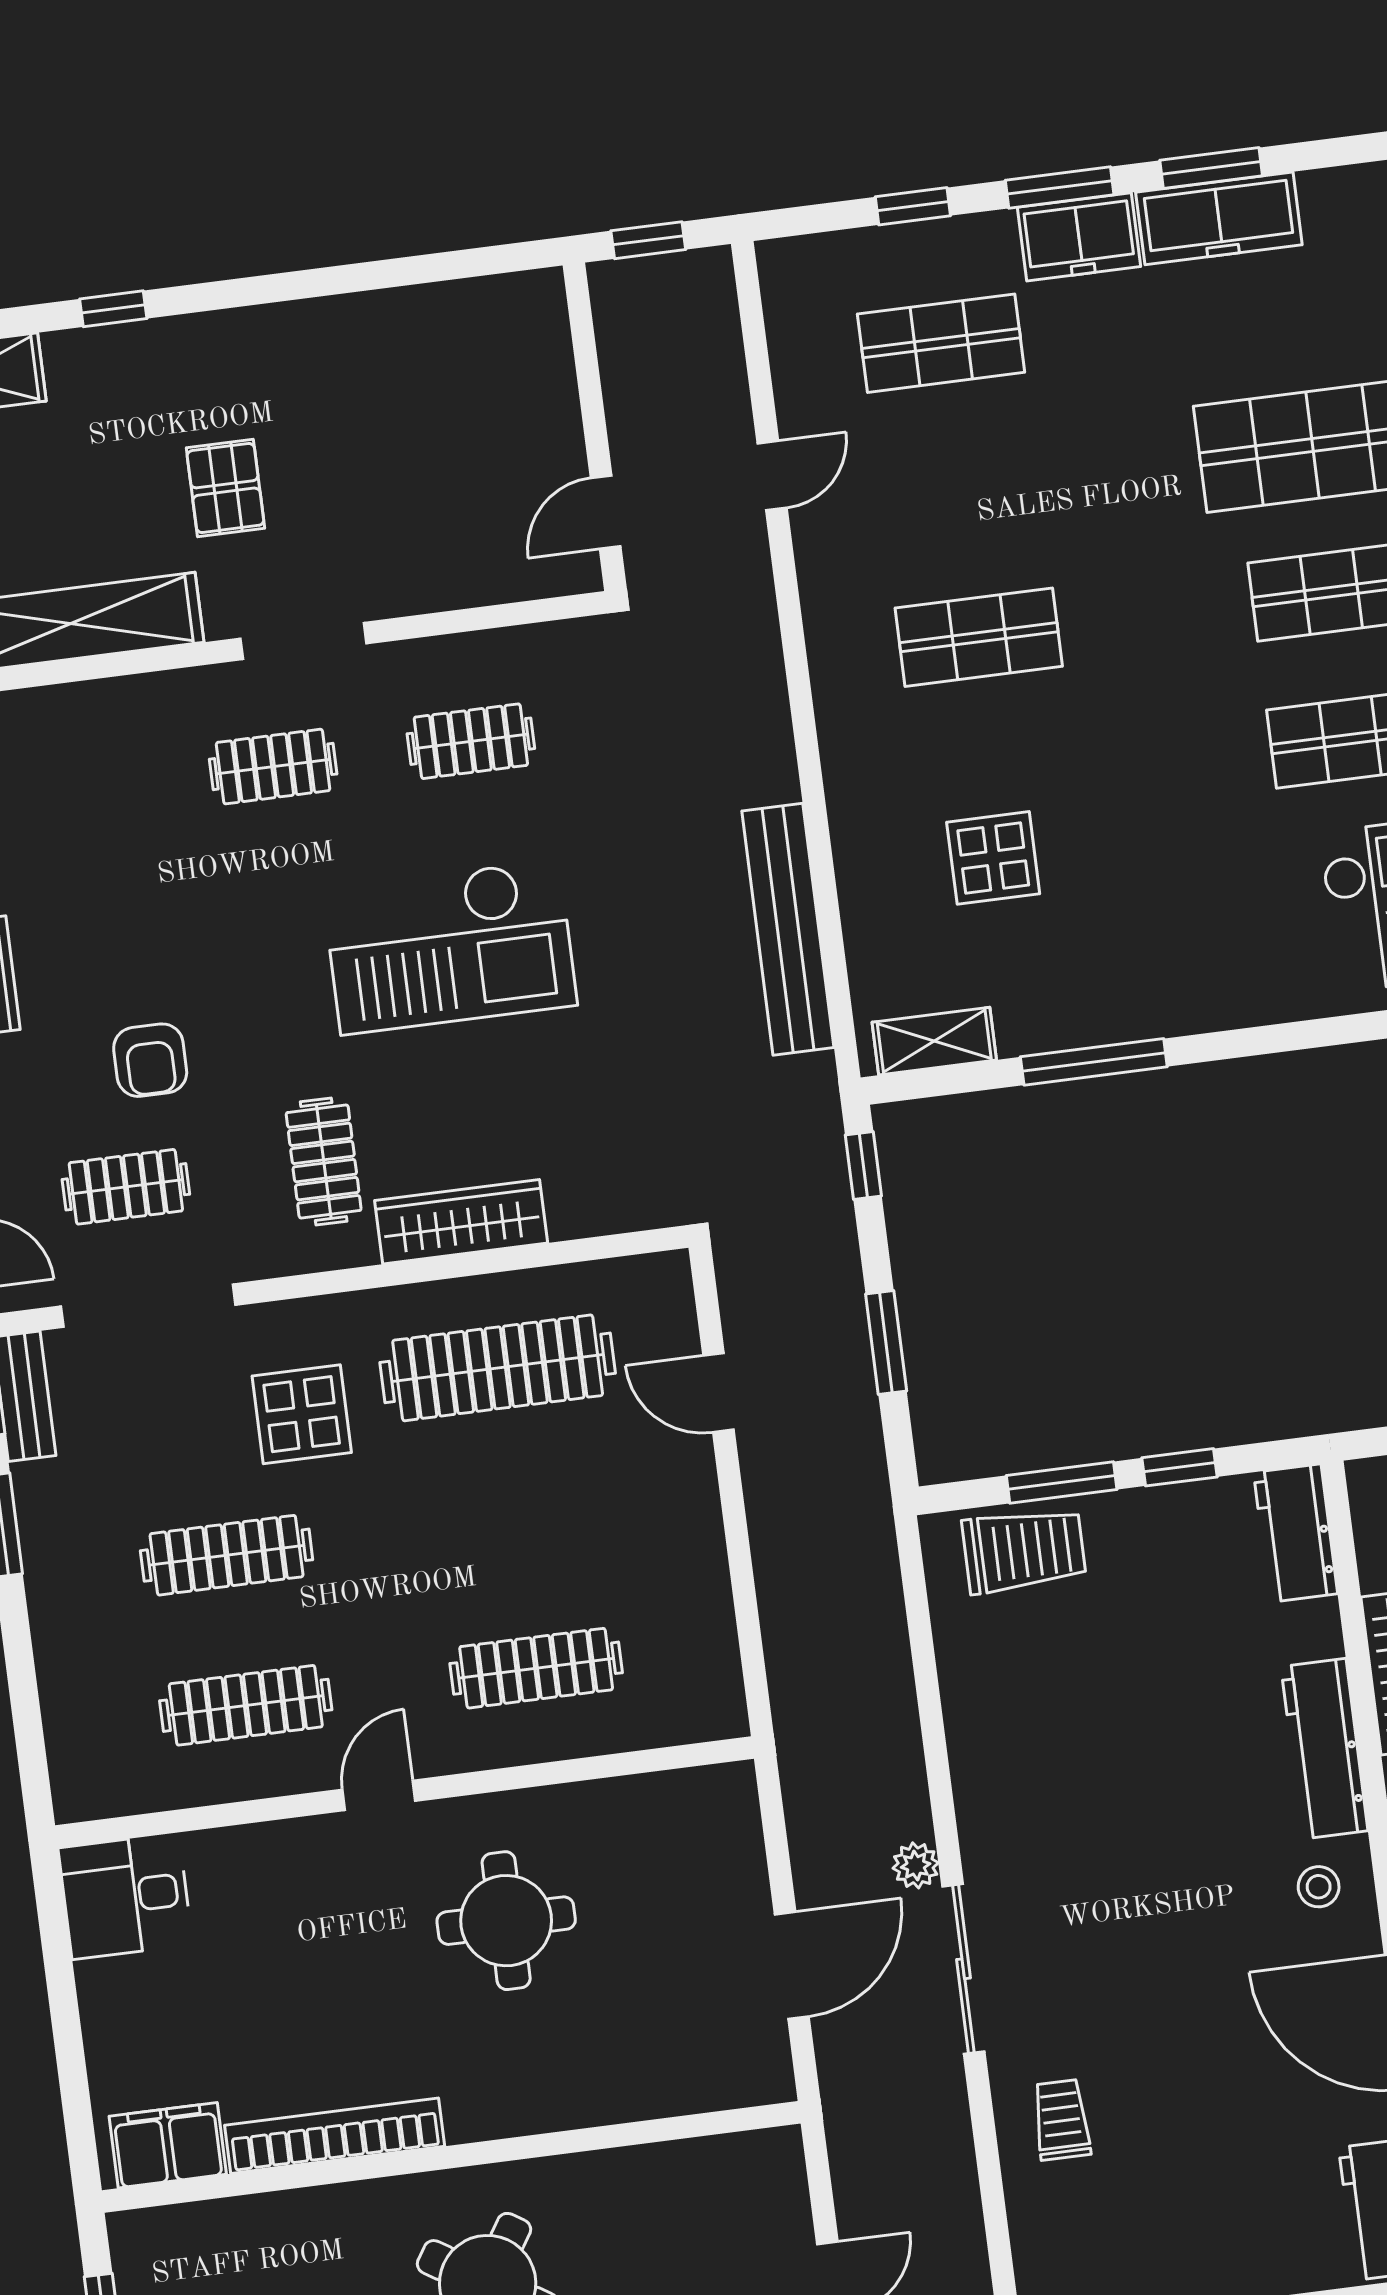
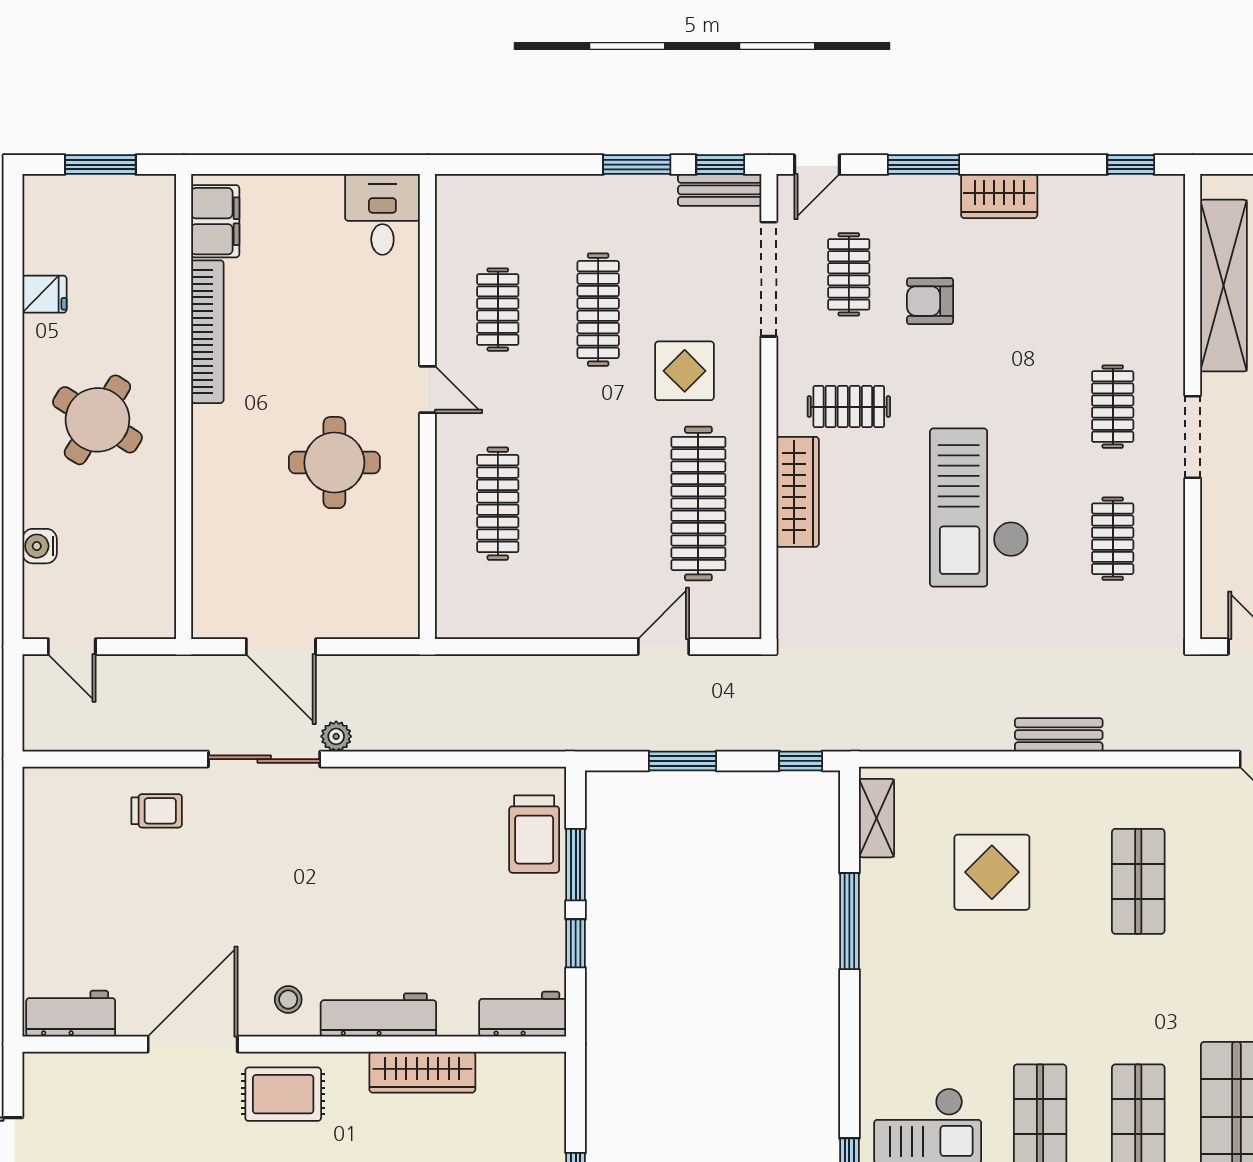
display table: (993, 858) -> (992, 872), width x1.36, depth x1.36
bench: (788, 929) -> (1059, 735), moved, width x0.54, depth x0.82
clothes rail: (246, 1705) -> (498, 310), width x0.73

